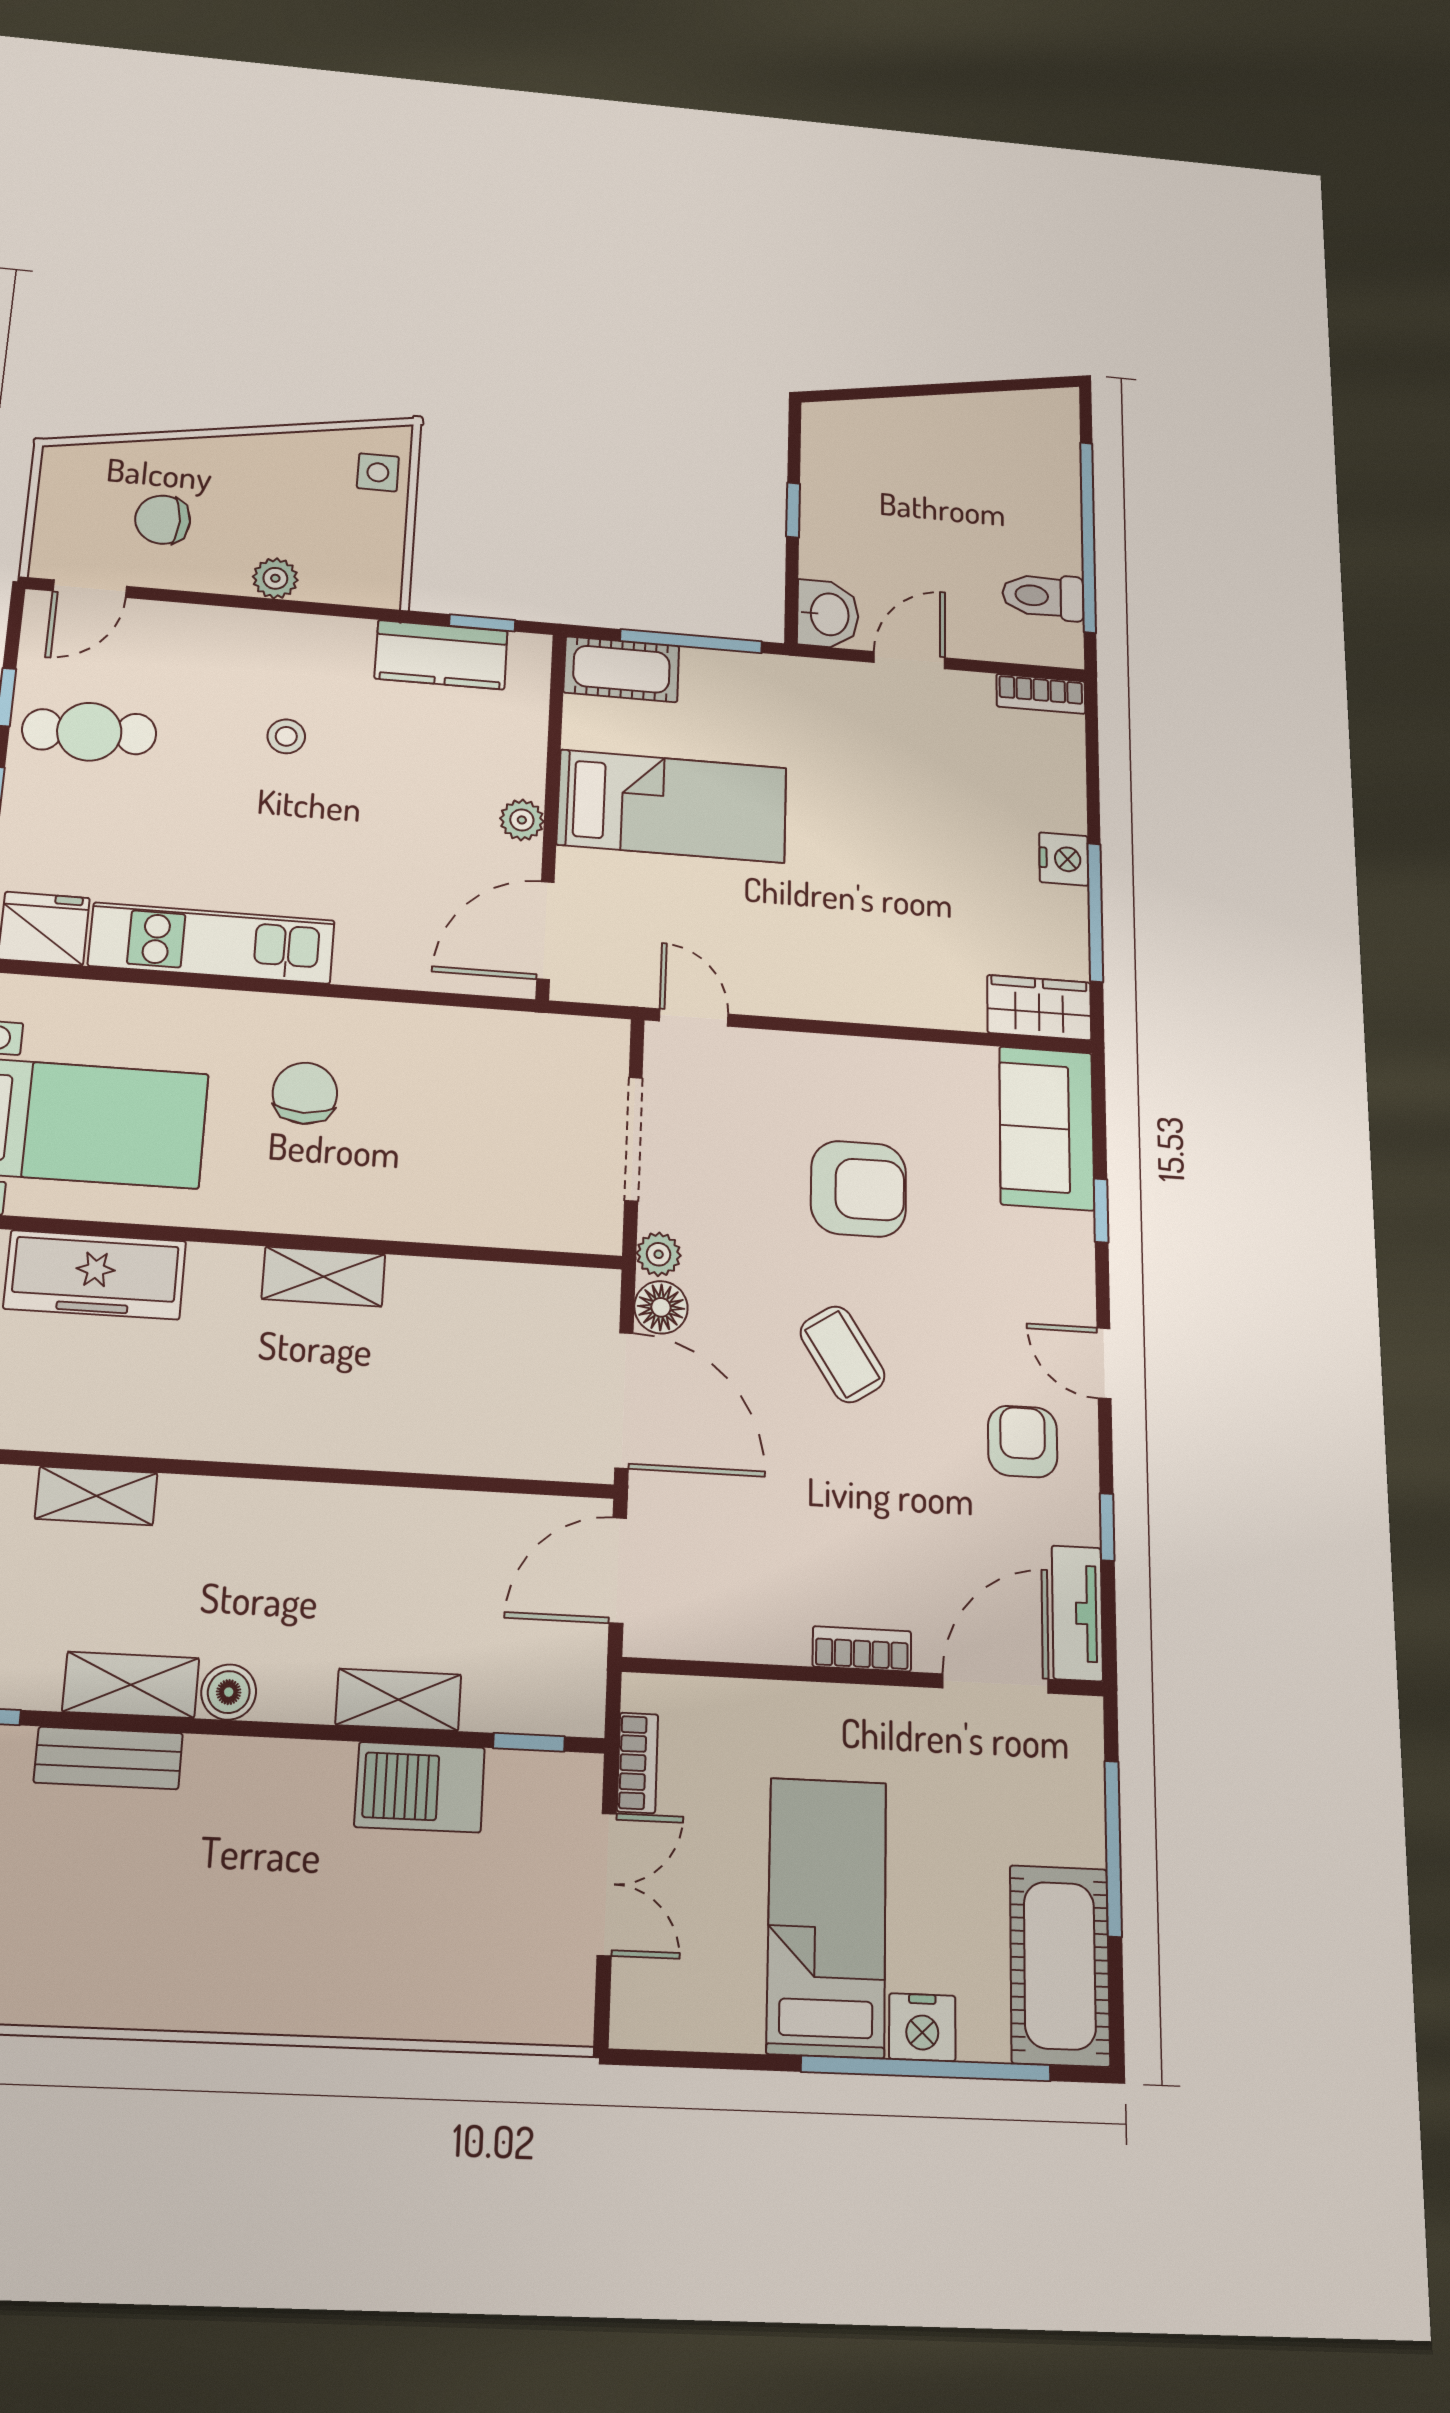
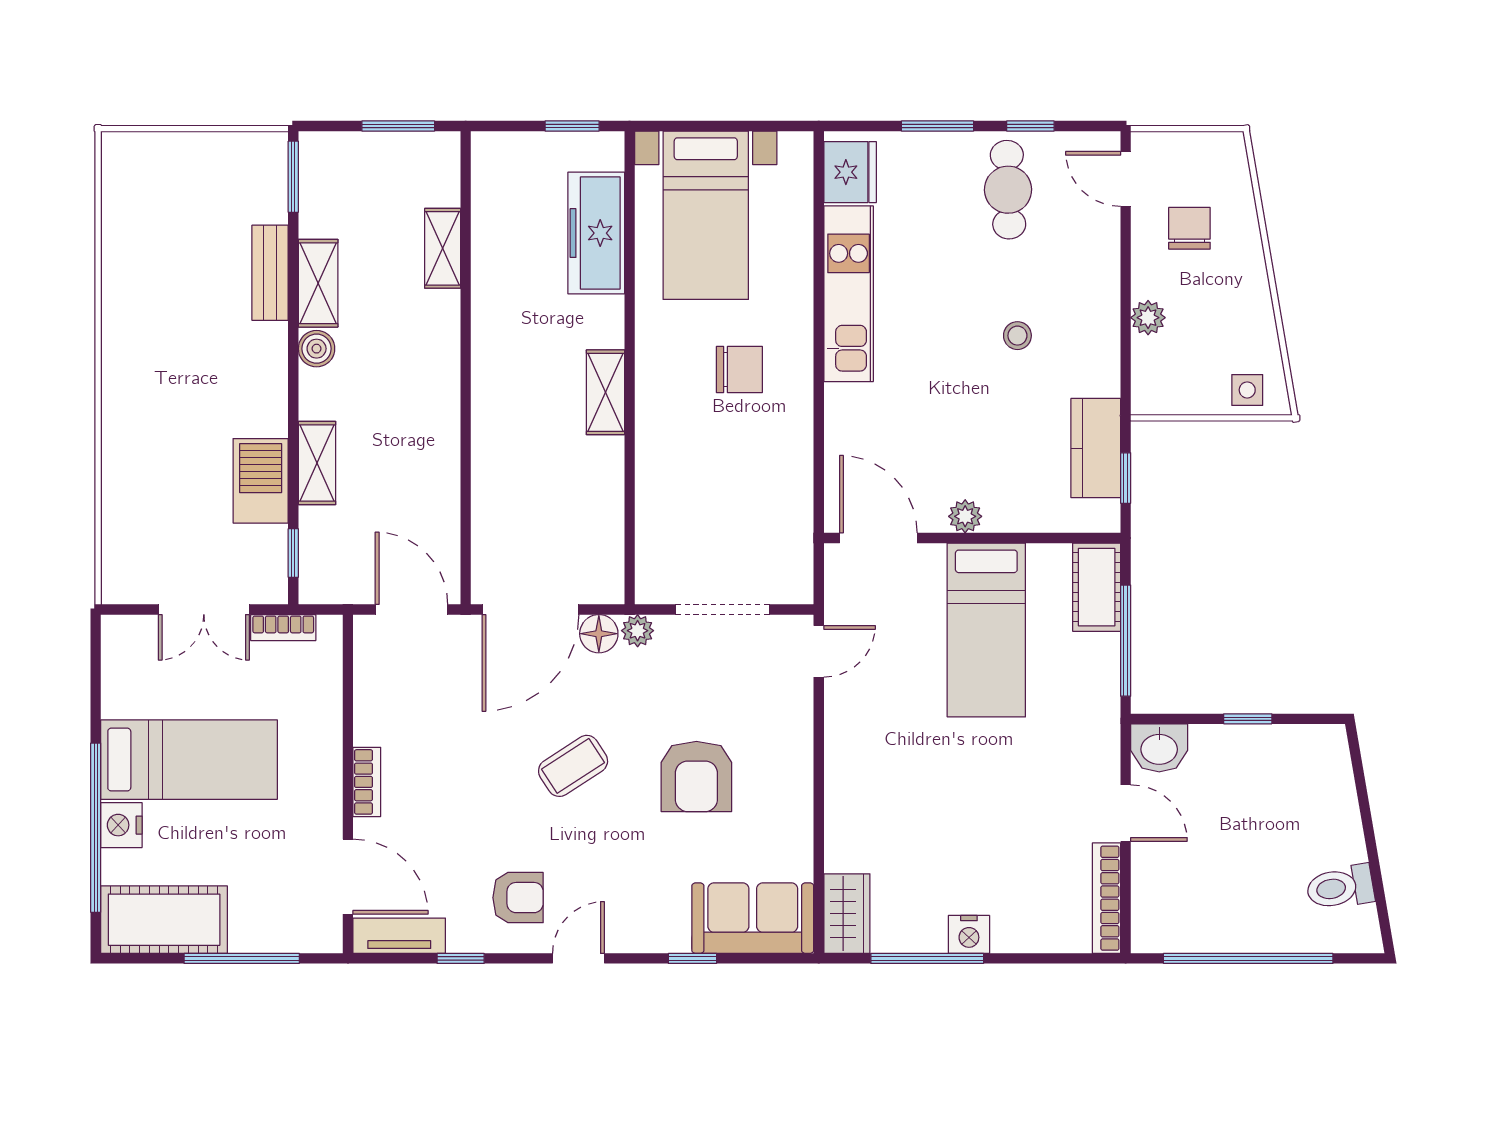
toilet: (1043, 596) -> (1340, 887), moved, turned -100
bookcase: (1041, 694) -> (1106, 898), width x1.56

